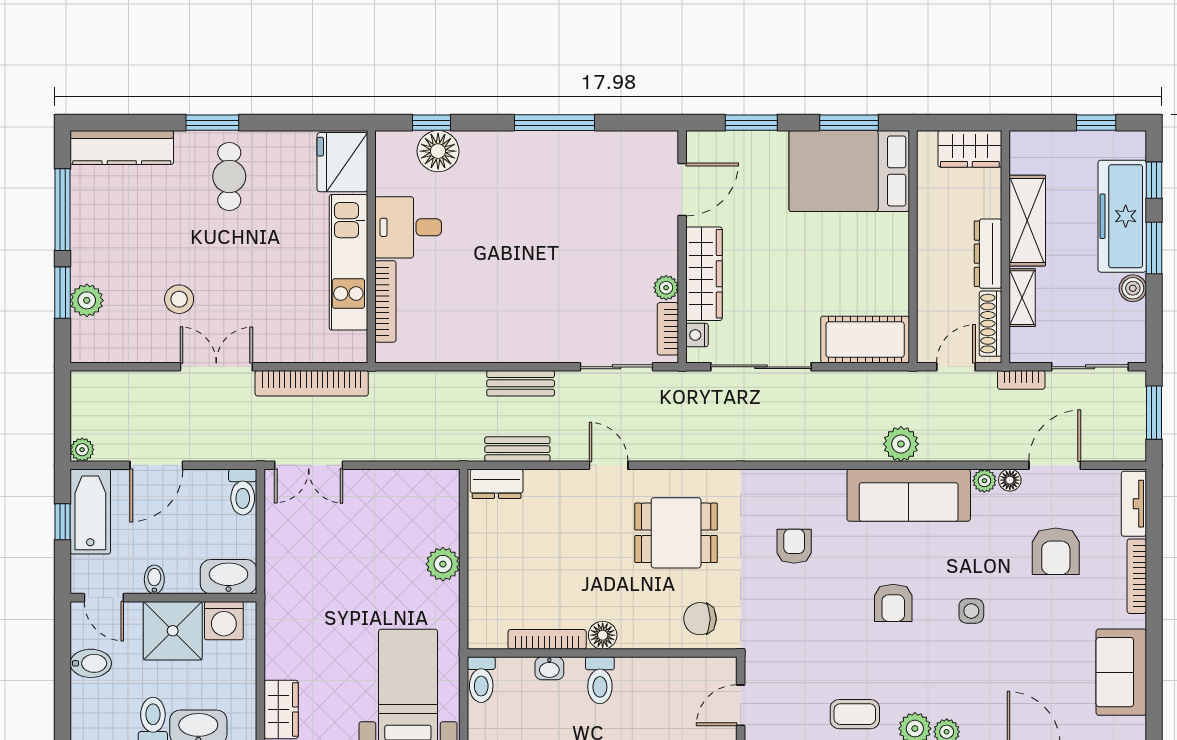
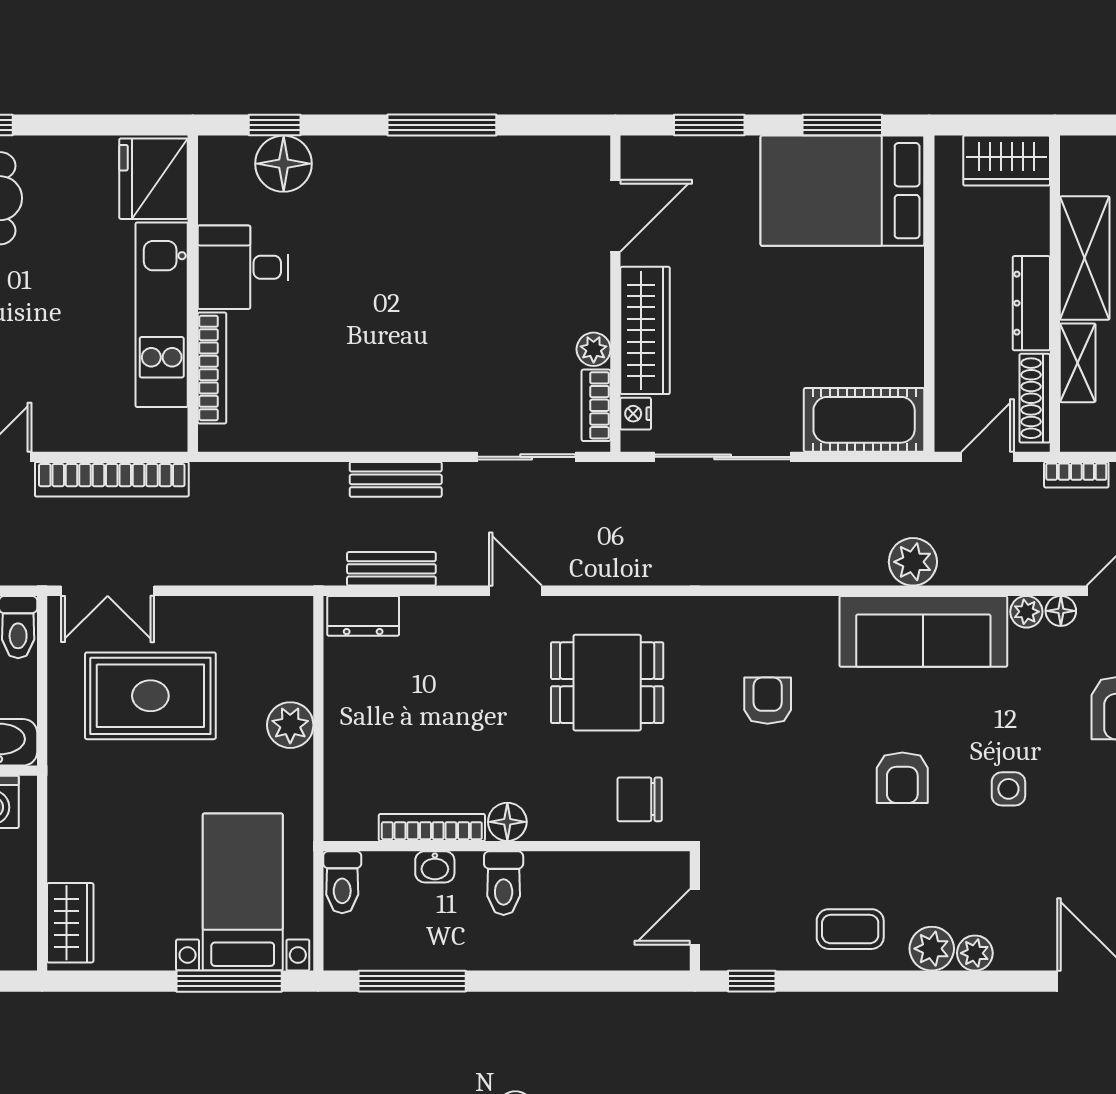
rug: (340, 543) -> (150, 696), added

